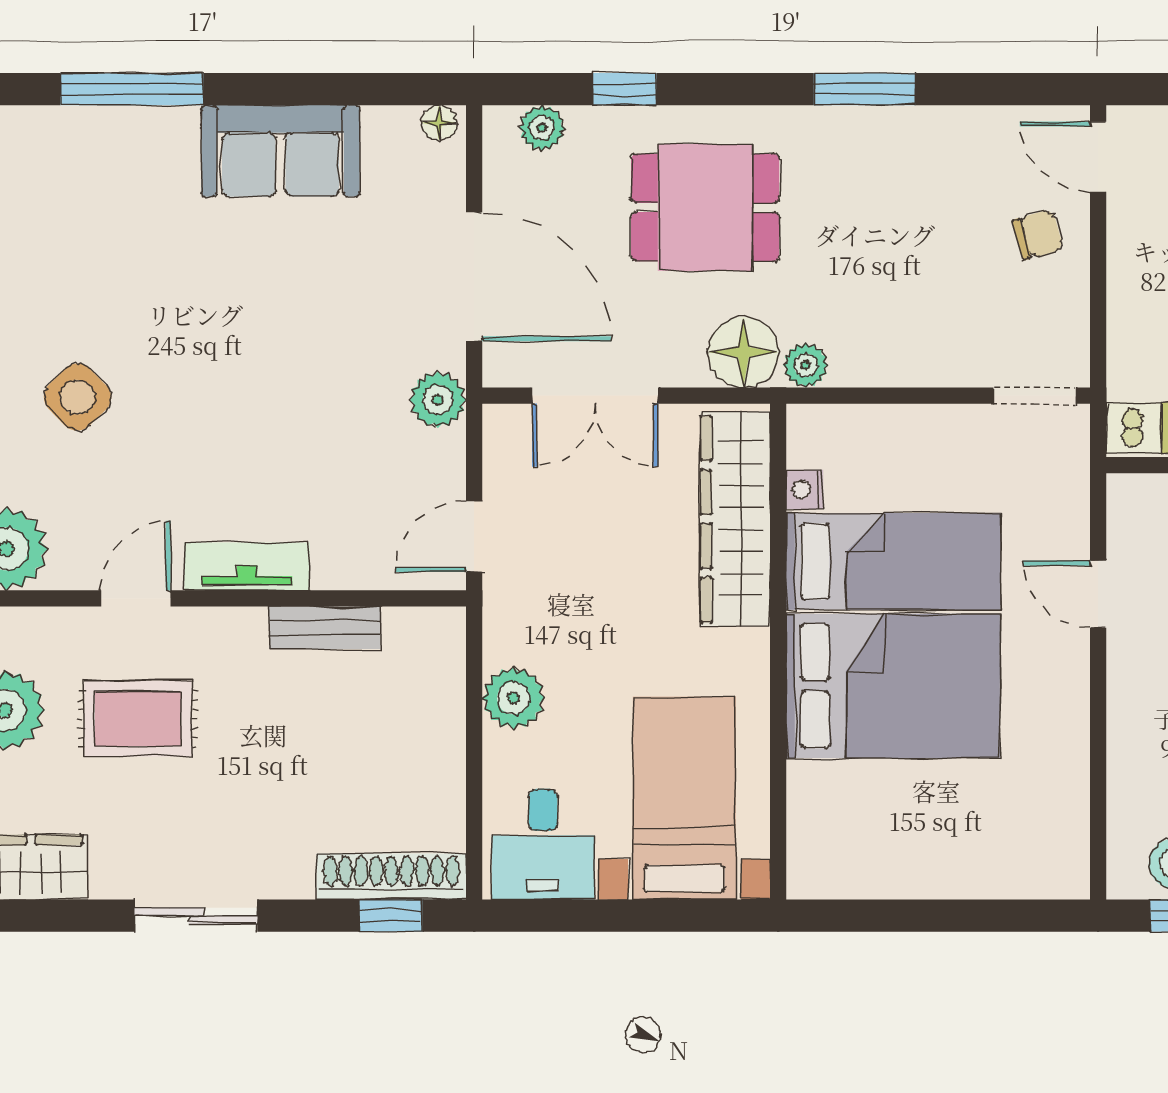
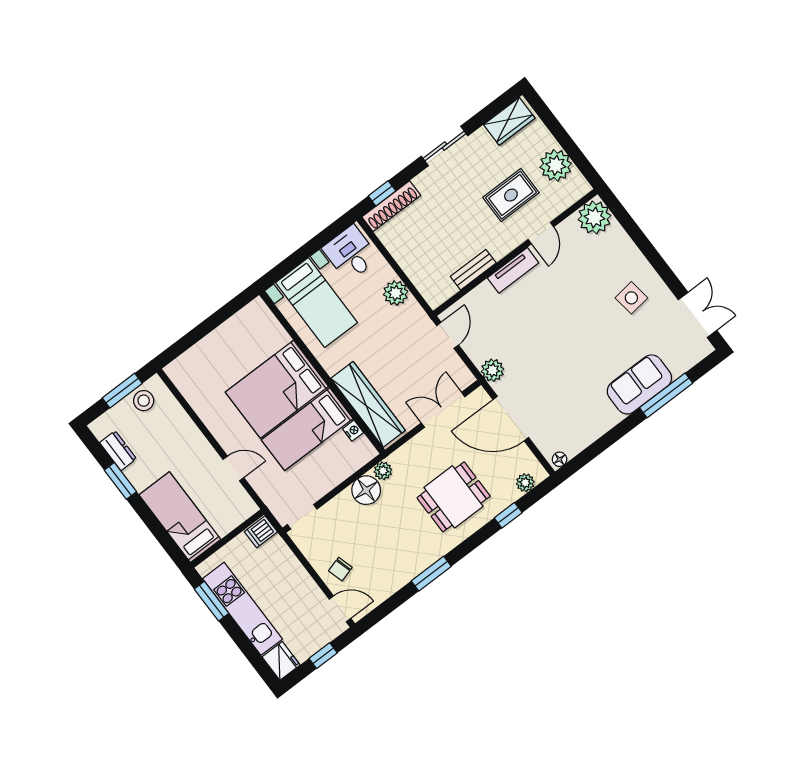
sofa: (280, 151) -> (639, 384), moved
floor lamp: (743, 352) -> (366, 490), moved
side table: (77, 397) -> (631, 298), moved, turned 36

